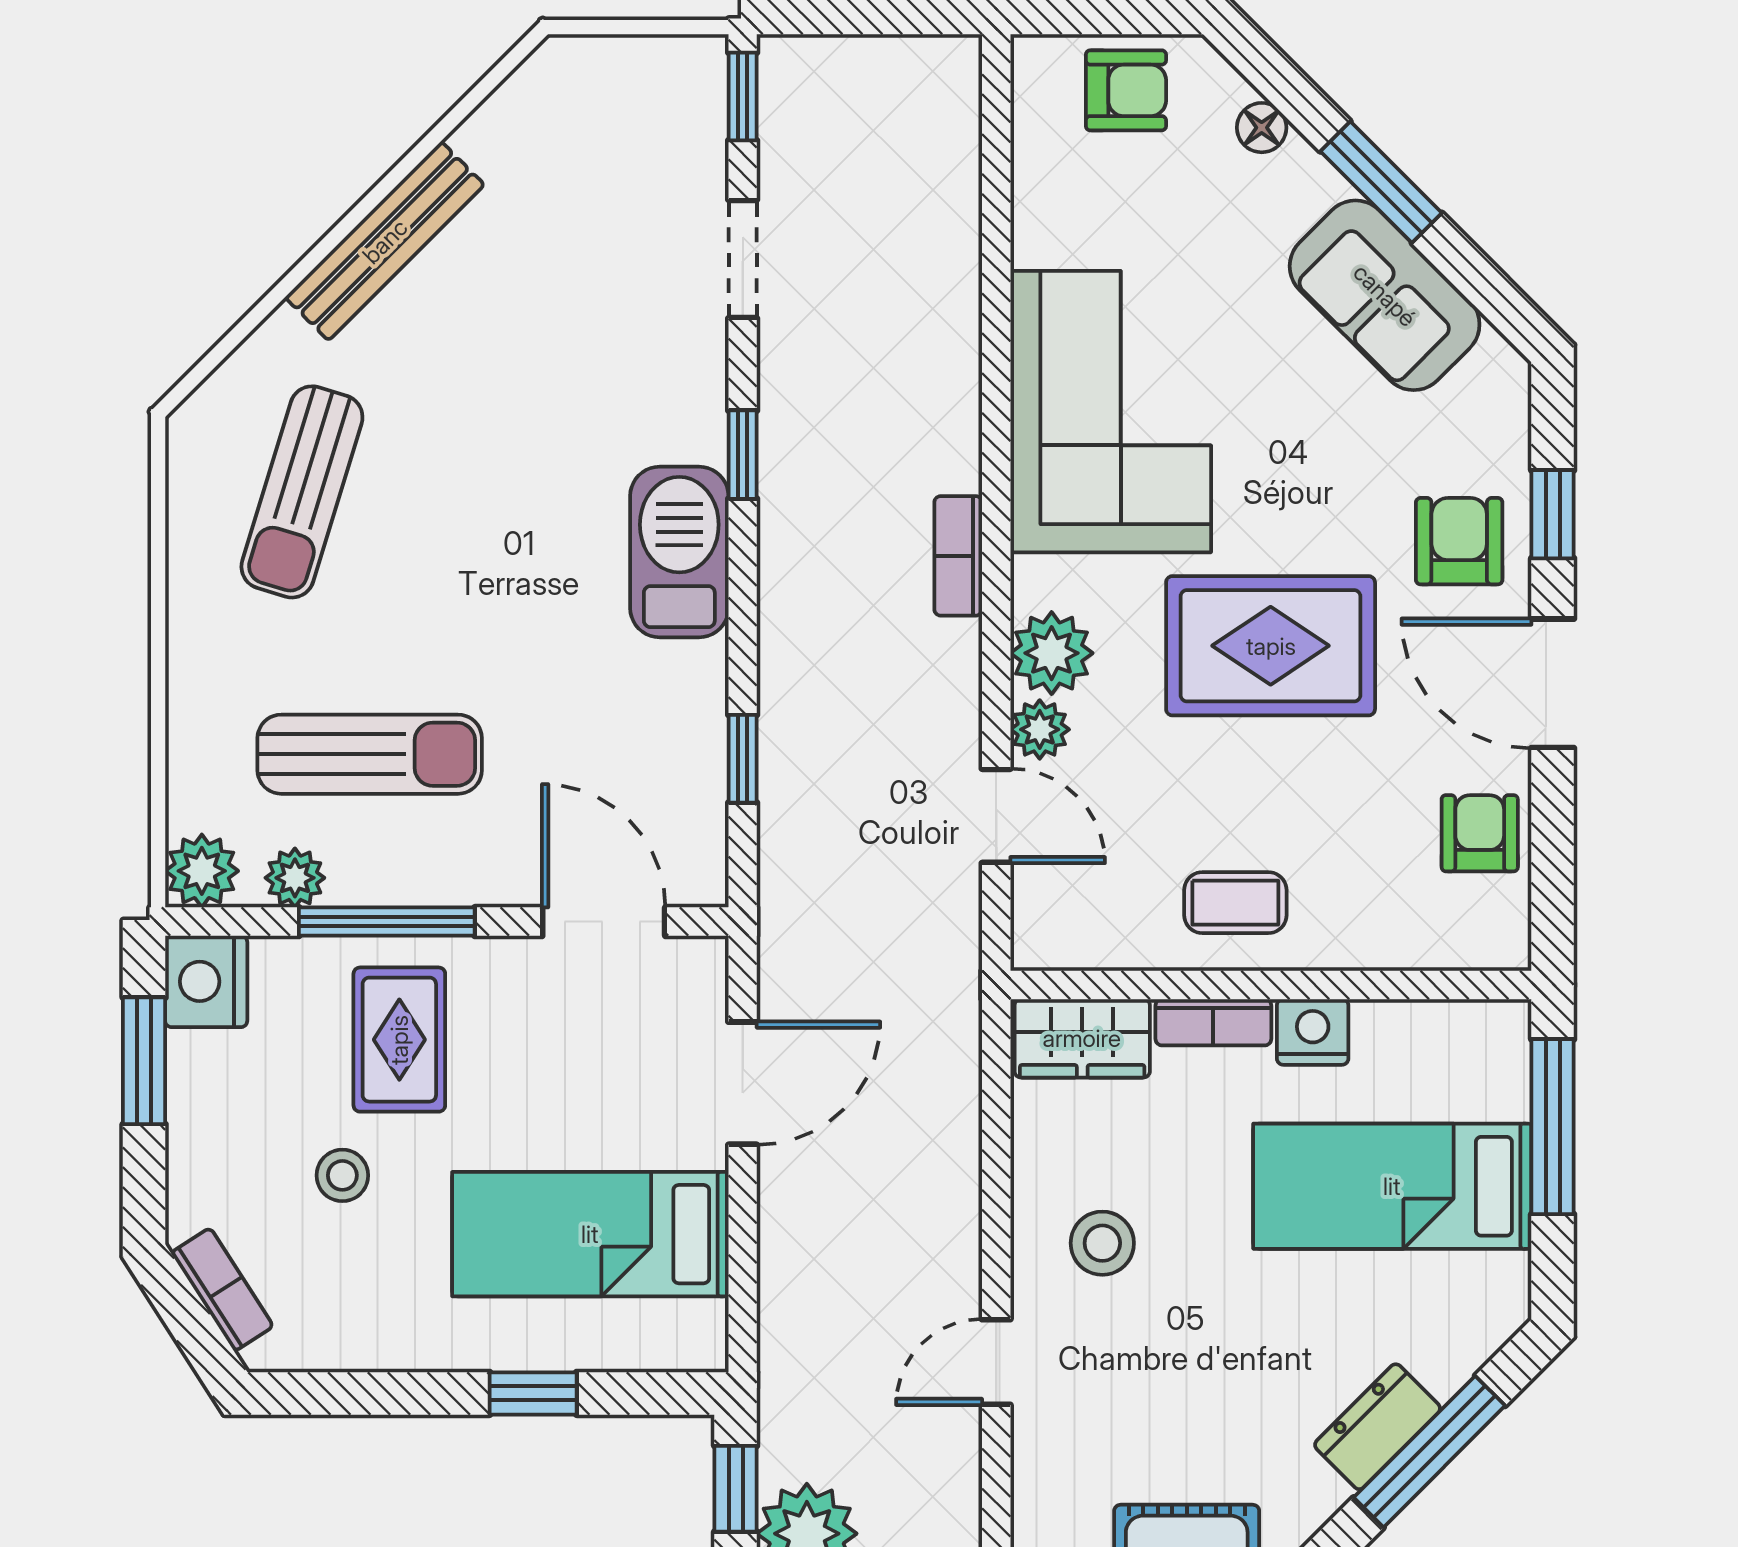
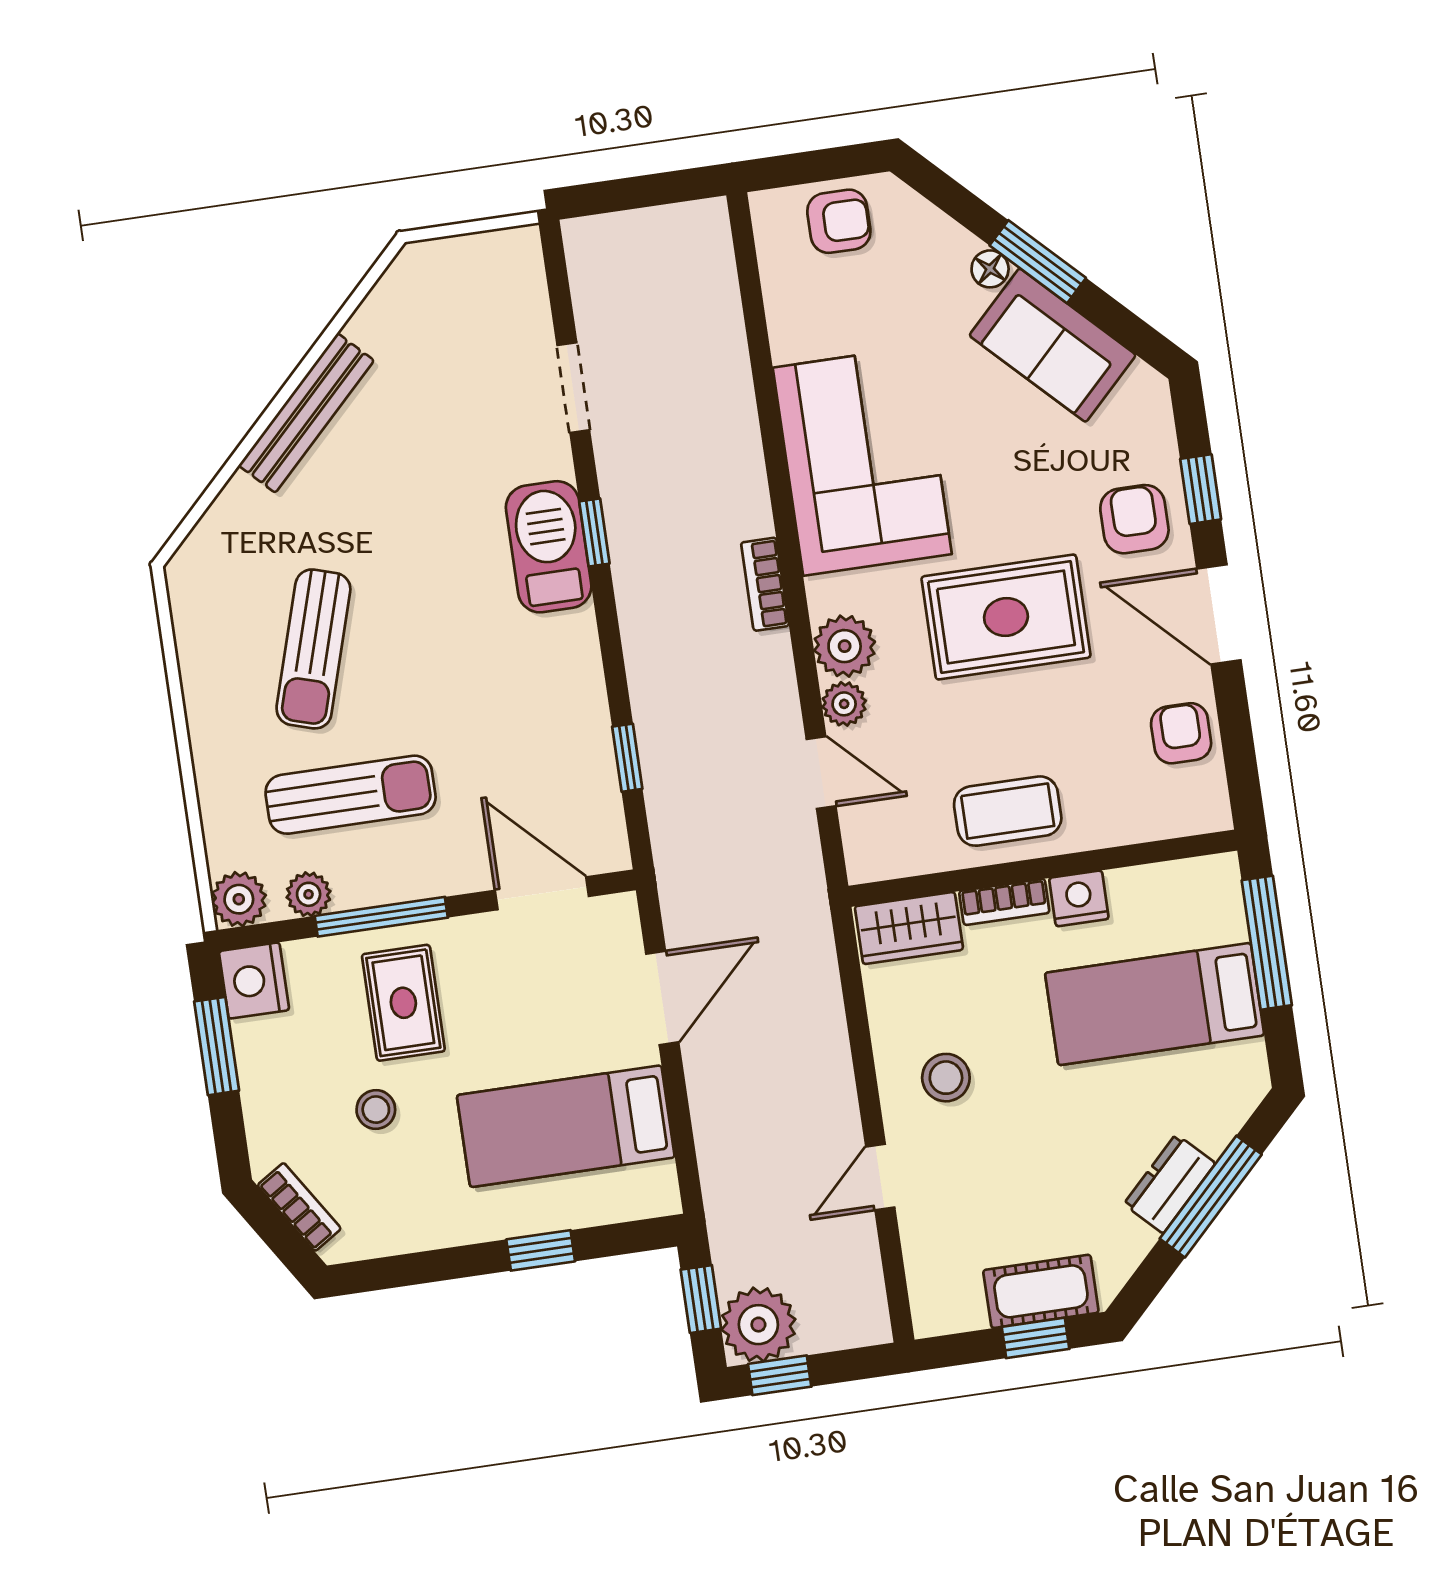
window: (743, 97) -> (556, 267), removed
floor lamp: (1262, 128) -> (990, 269), moved
sun lounger: (302, 492) -> (313, 649), moved
barbecue: (679, 552) -> (549, 547), moved
coffee table: (1235, 903) -> (1008, 811), width x1.36, depth x1.30

